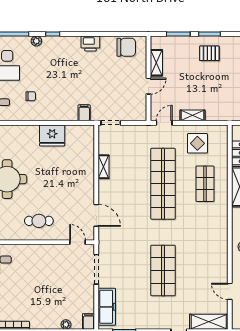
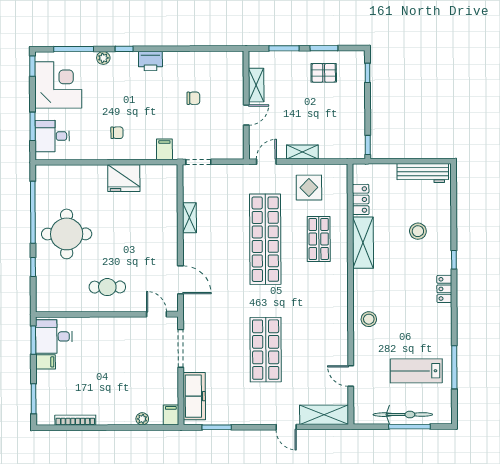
printer: (90, 44) -> (150, 61), moved
chair: (126, 47) -> (193, 98), moved, width x0.54, depth x0.54
chair: (31, 96) -> (117, 133), moved

